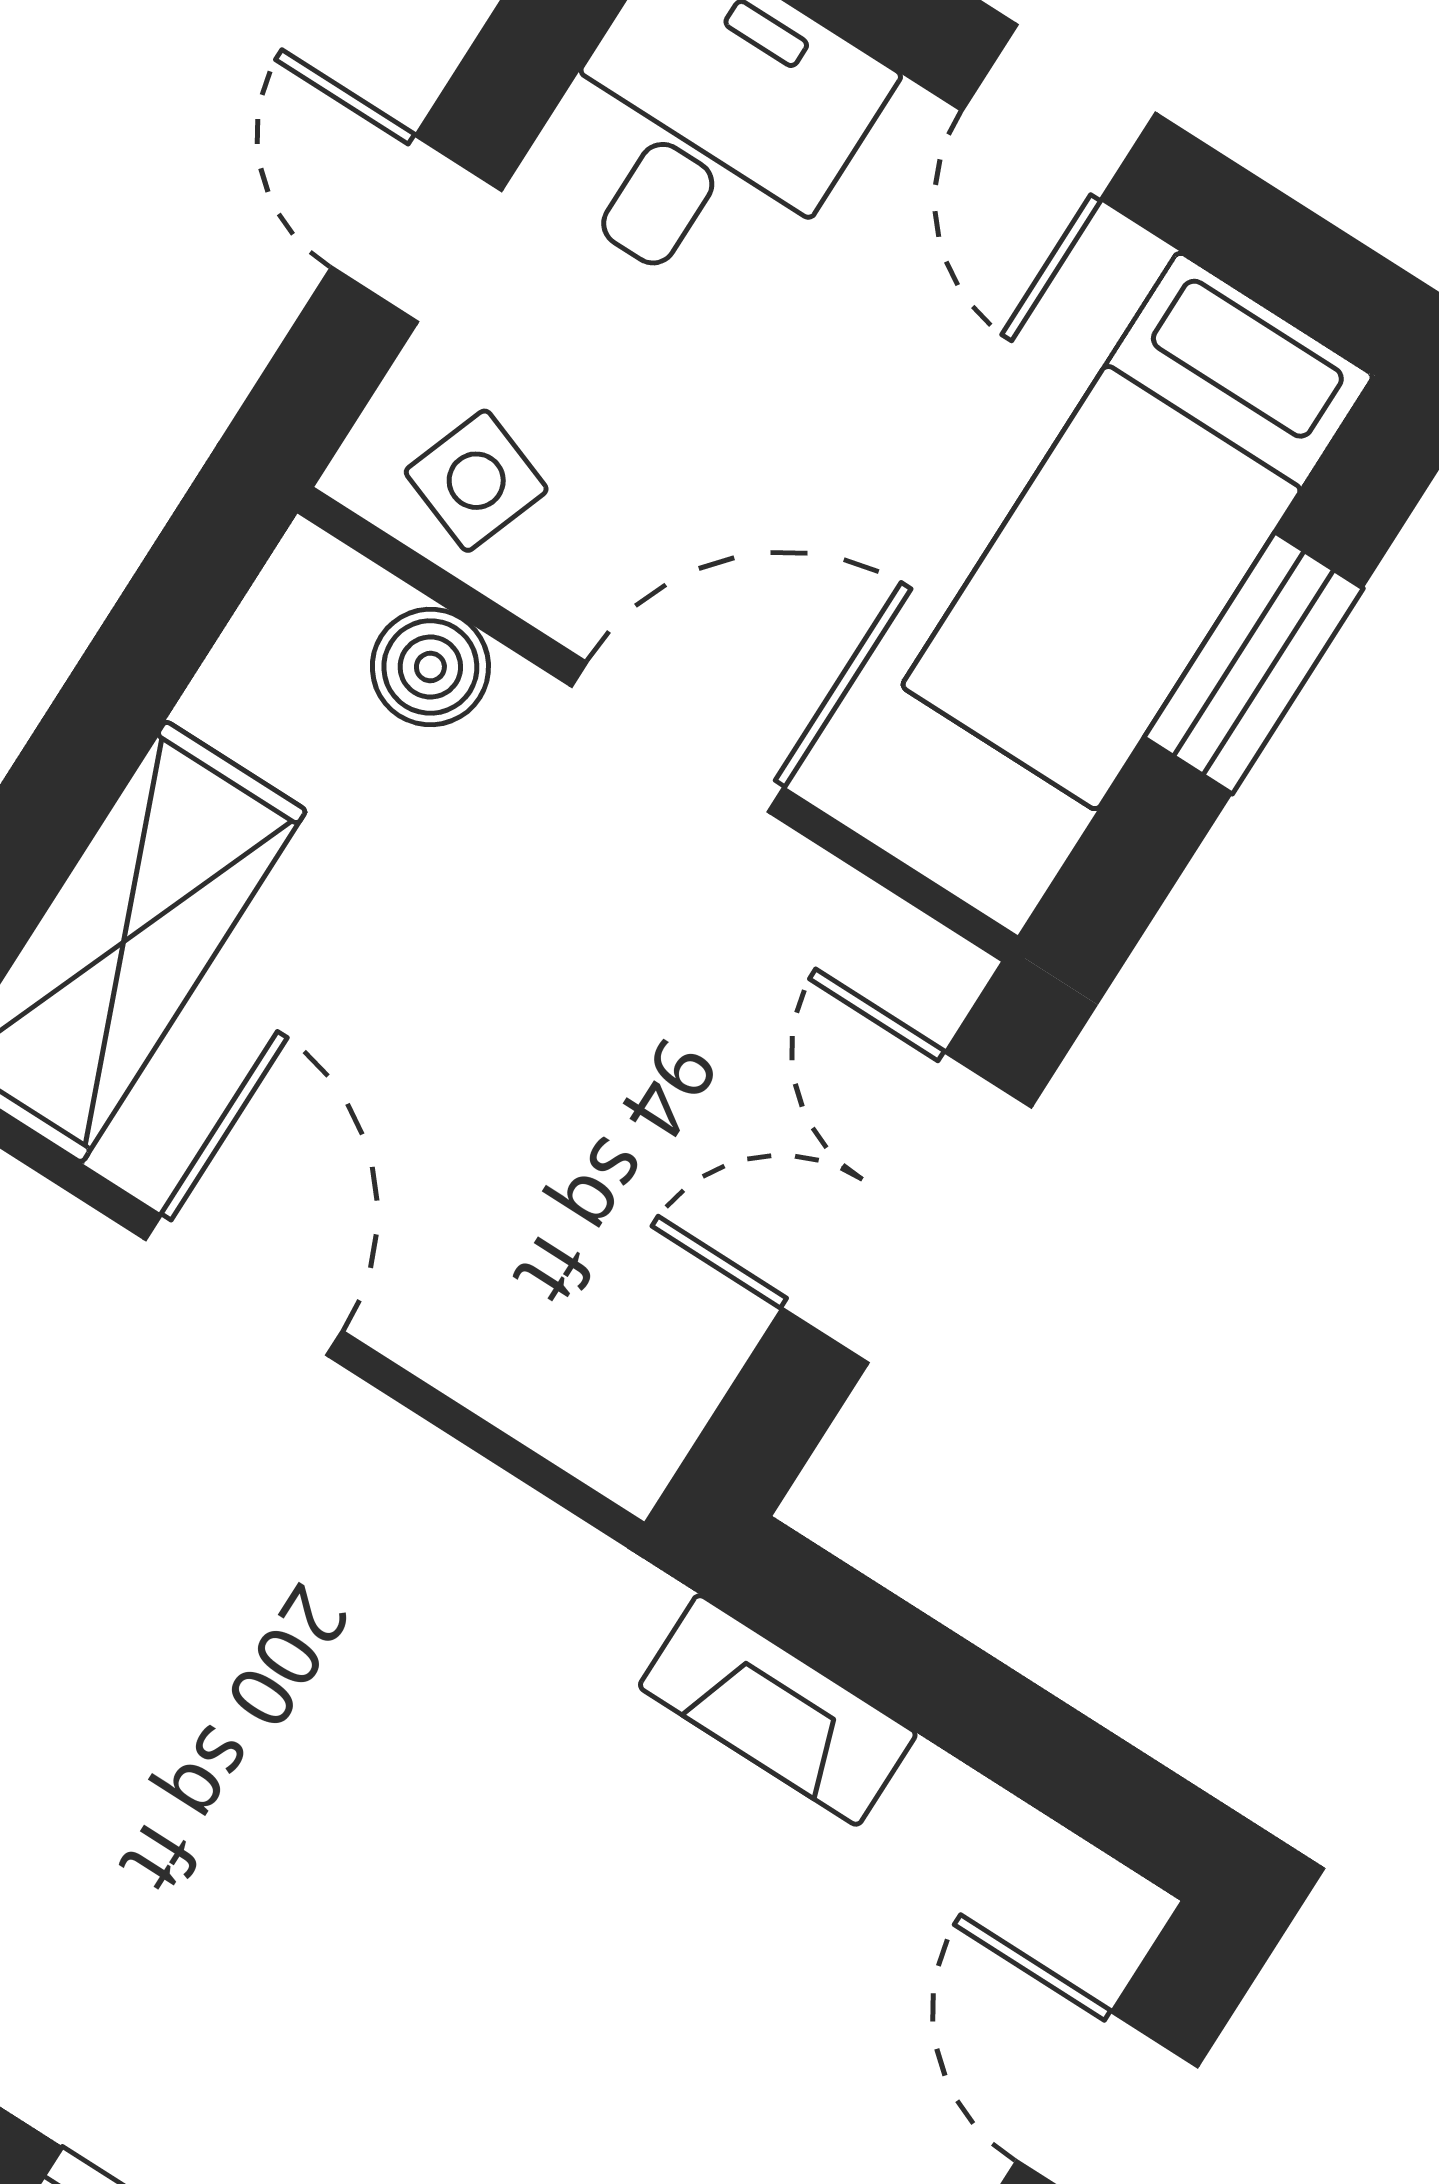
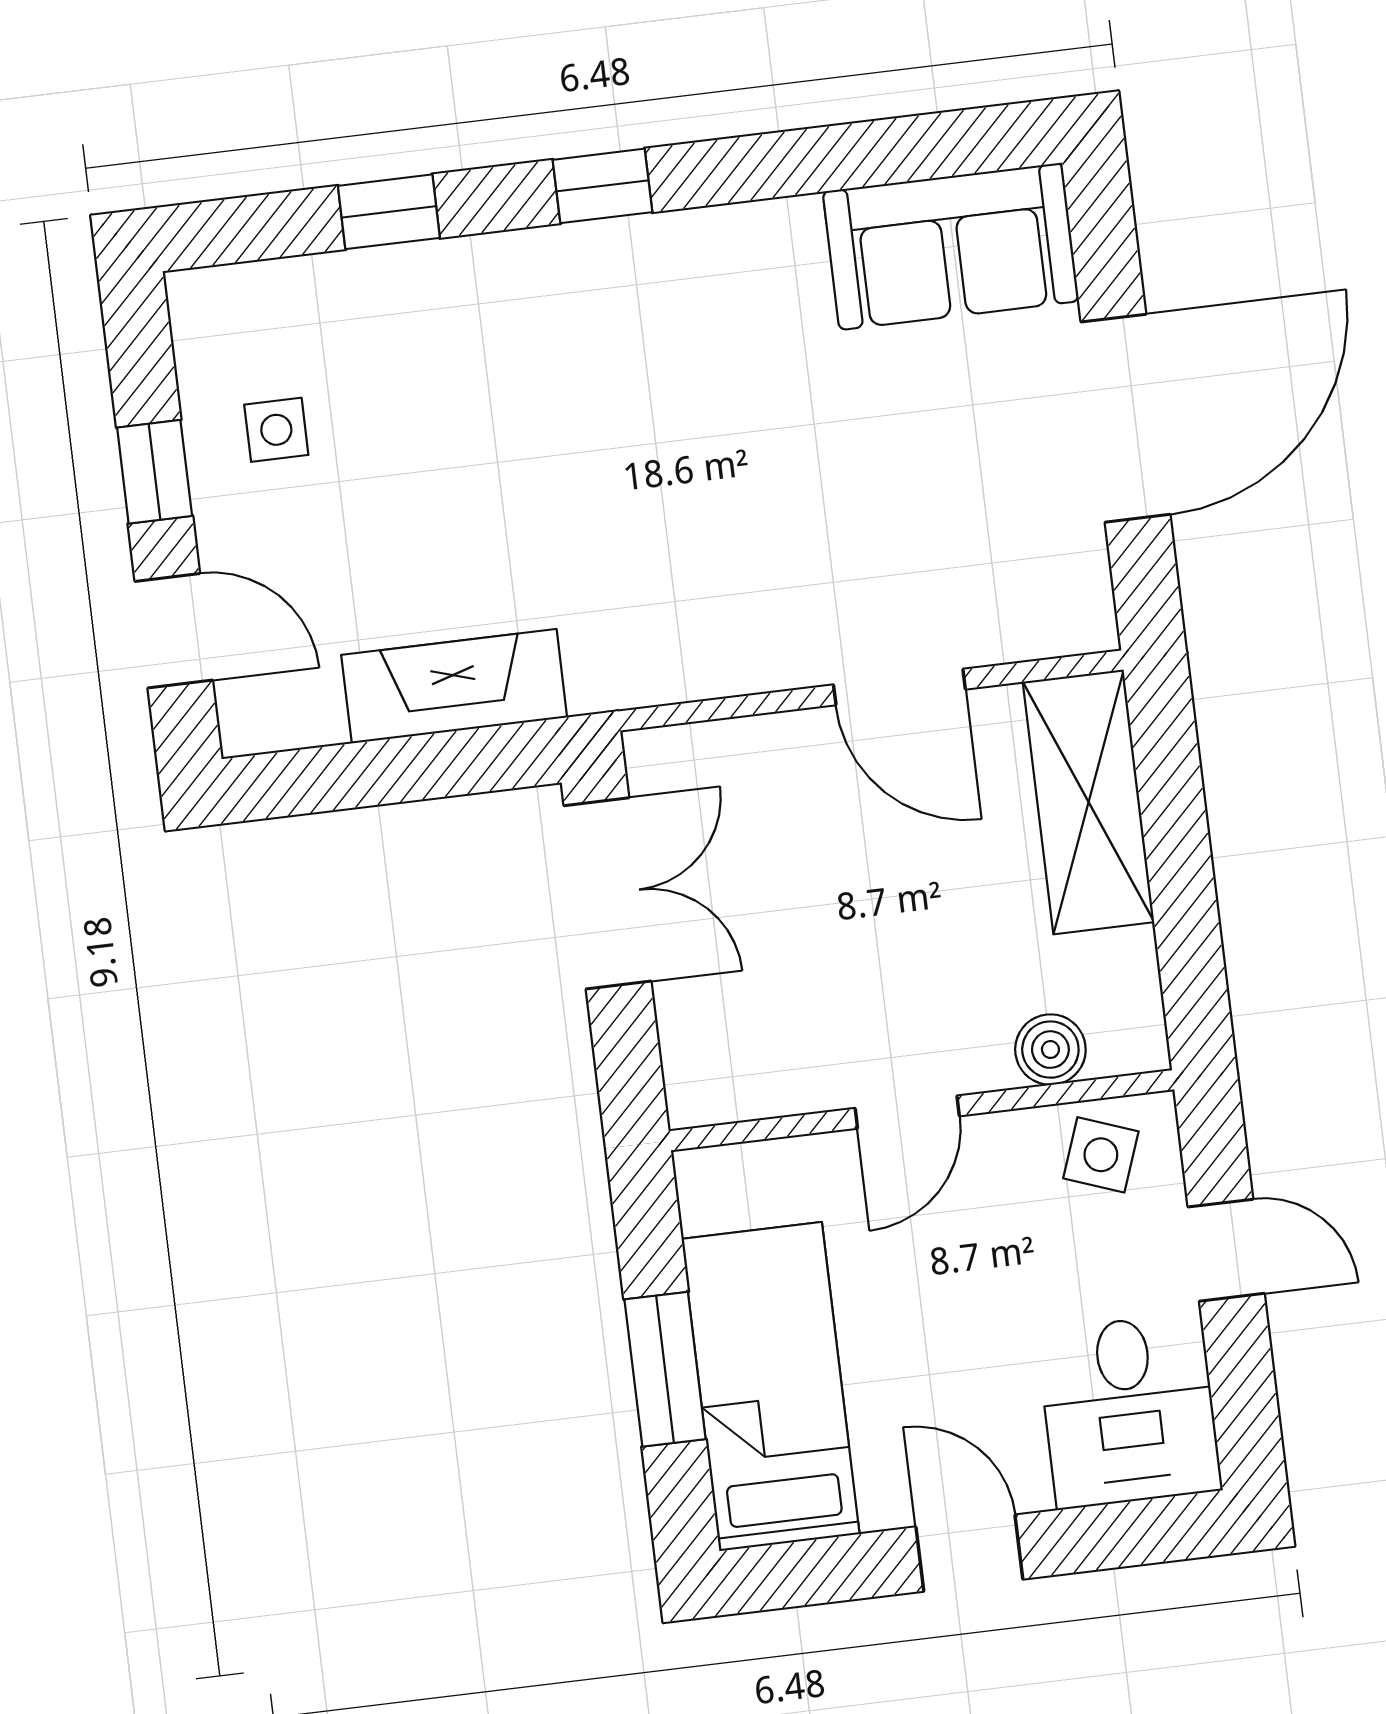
door: (678, 737) -> (907, 1112), width x0.73
double door: (907, 1208) -> (607, 893), moved
fireplace: (778, 1710) -> (454, 686), width x1.37, depth x1.32

